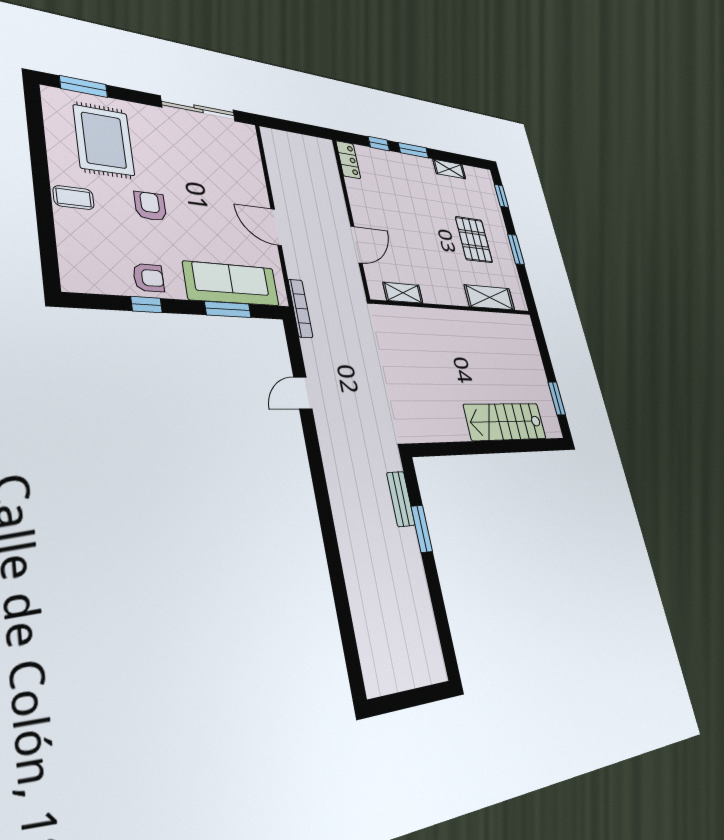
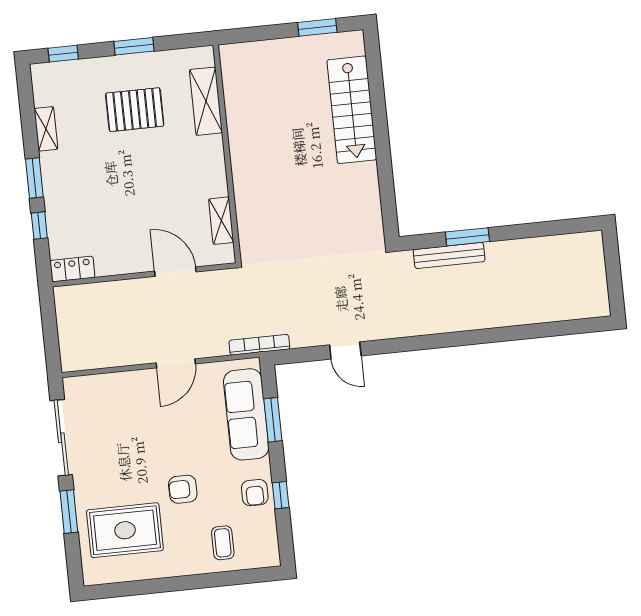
window: (84, 86) -> (69, 512), moved
coffee table: (74, 198) -> (223, 543), moved
armchair: (149, 278) -> (255, 493), turned 180
bench: (401, 499) -> (449, 255), width x1.36

